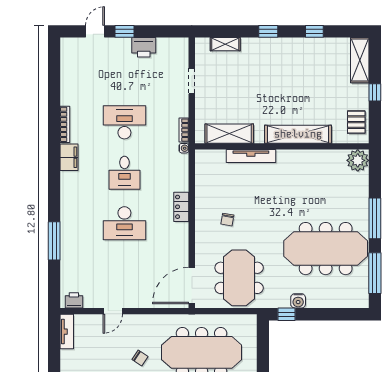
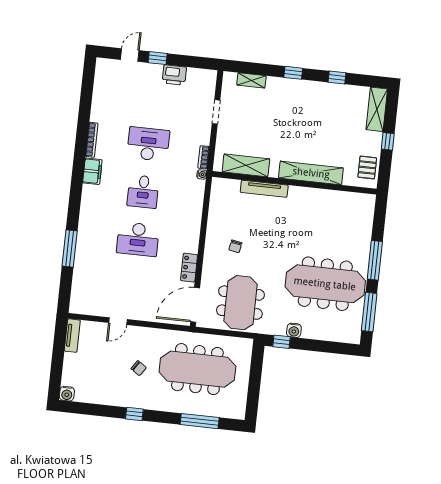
plant: (358, 160) -> (365, 204), removed
locker: (181, 207) -> (189, 268), moved
printer: (74, 300) -> (82, 307), removed

